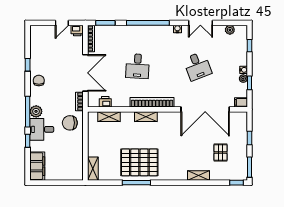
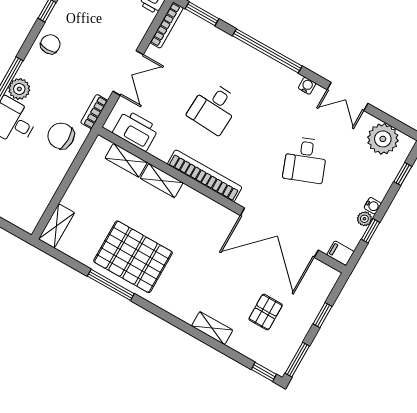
plant: (230, 30) -> (383, 139), width x1.87, depth x1.87
double door: (85, 73) -> (128, 73), width x0.73
printer: (105, 102) -> (136, 130), width x1.87, depth x1.48
shelving: (146, 117) -> (162, 181), moved

